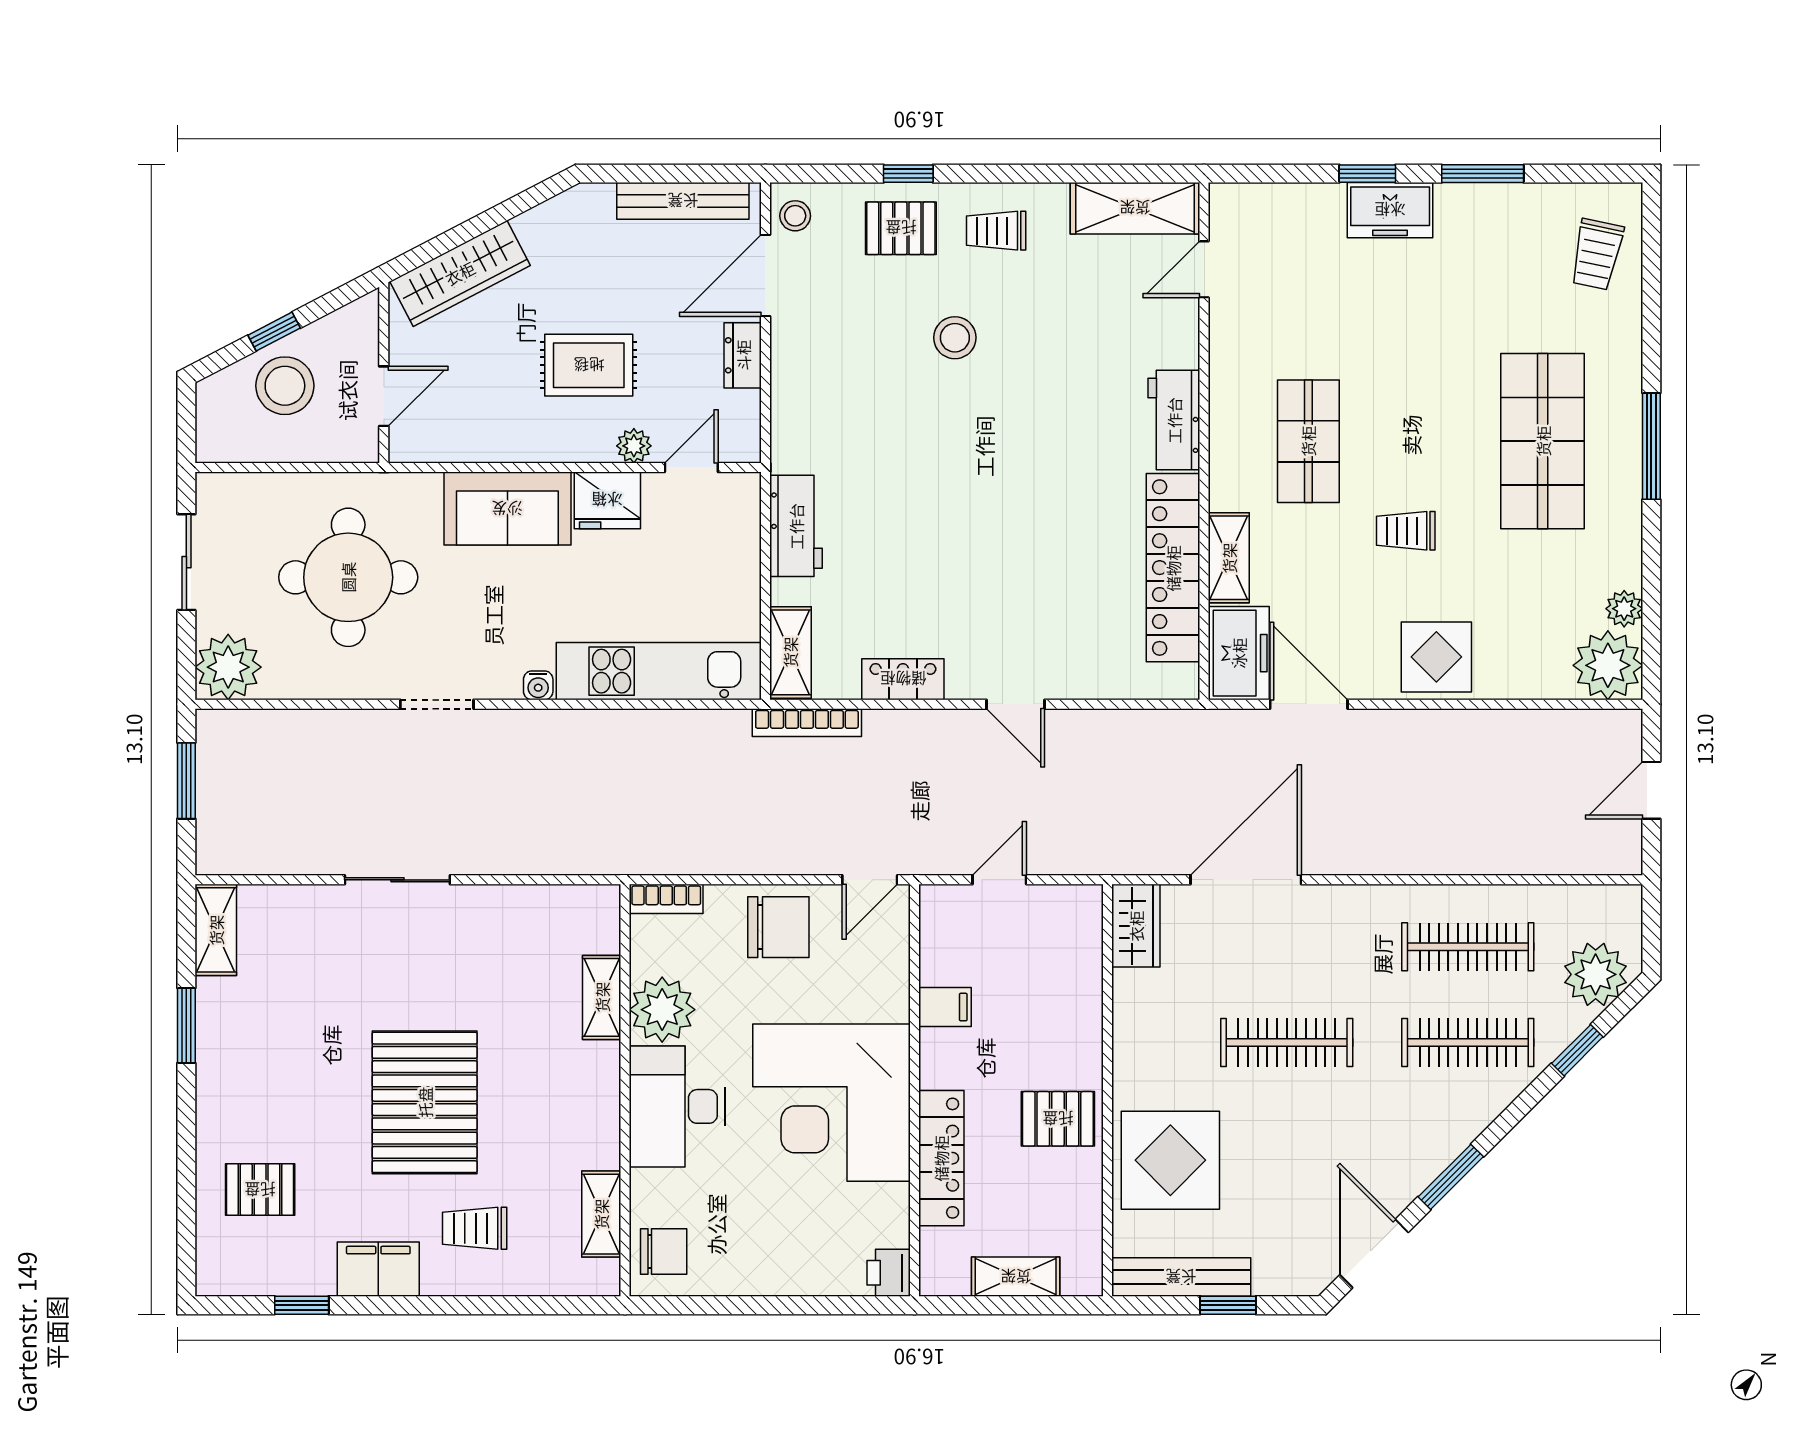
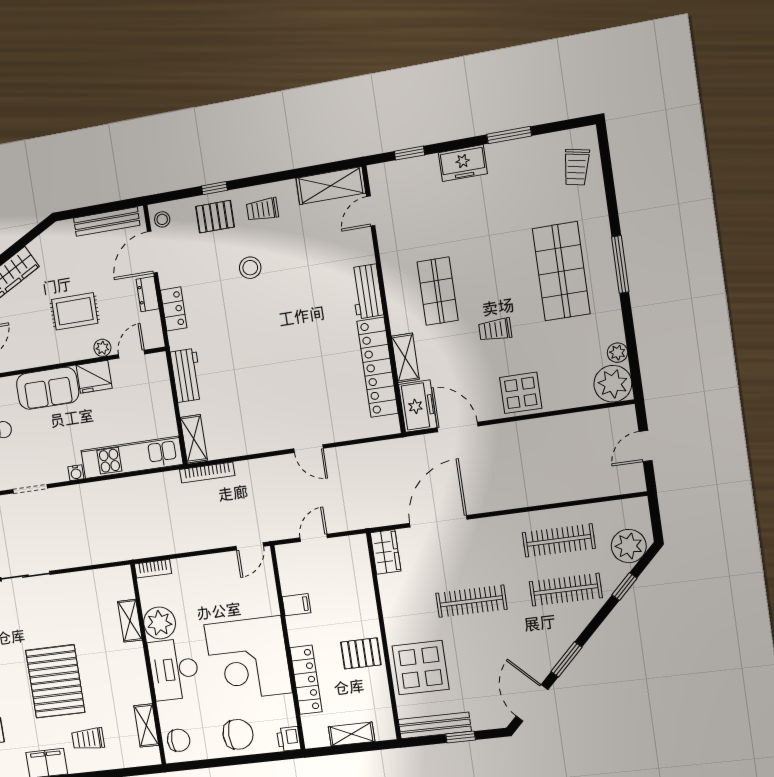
window: (1367, 174) -> (409, 153), moved
locker: (903, 679) -> (174, 309), moved, turned 90
chair: (778, 927) -> (238, 734), moved

